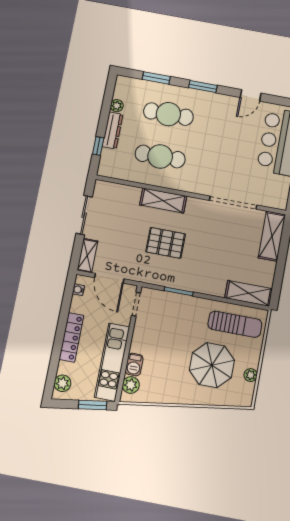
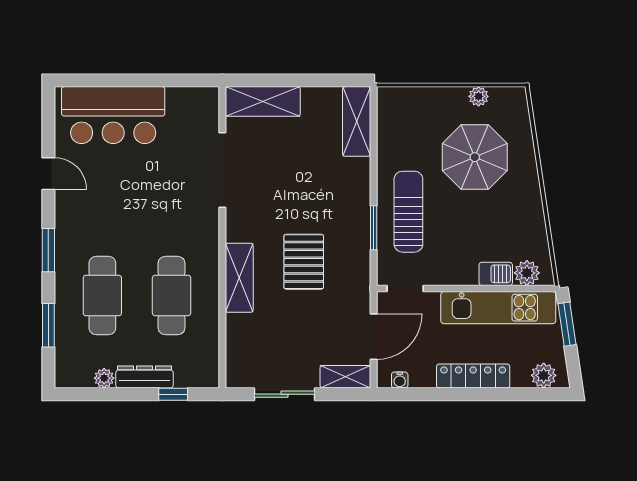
sun lounger: (235, 324) -> (408, 212), moved

